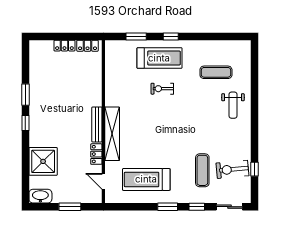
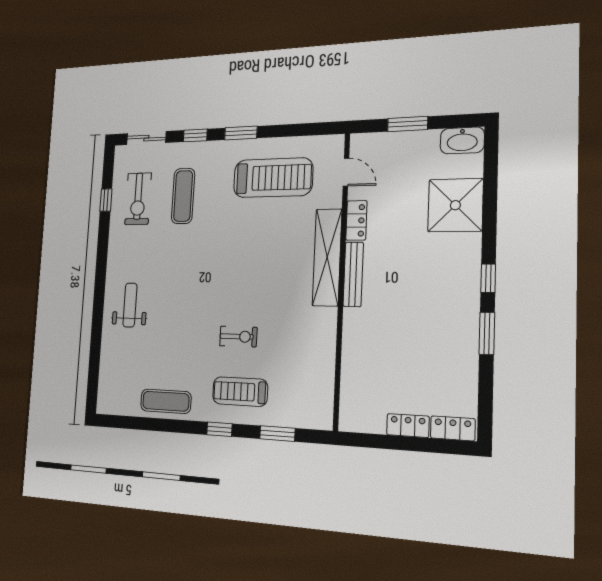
locker: (88, 46) -> (453, 428), moved
treadmill: (159, 58) -> (240, 392), width x0.73, depth x0.73
exercise mat: (216, 72) -> (166, 401), moved
exercise bike: (232, 169) -> (138, 199), turned 95

